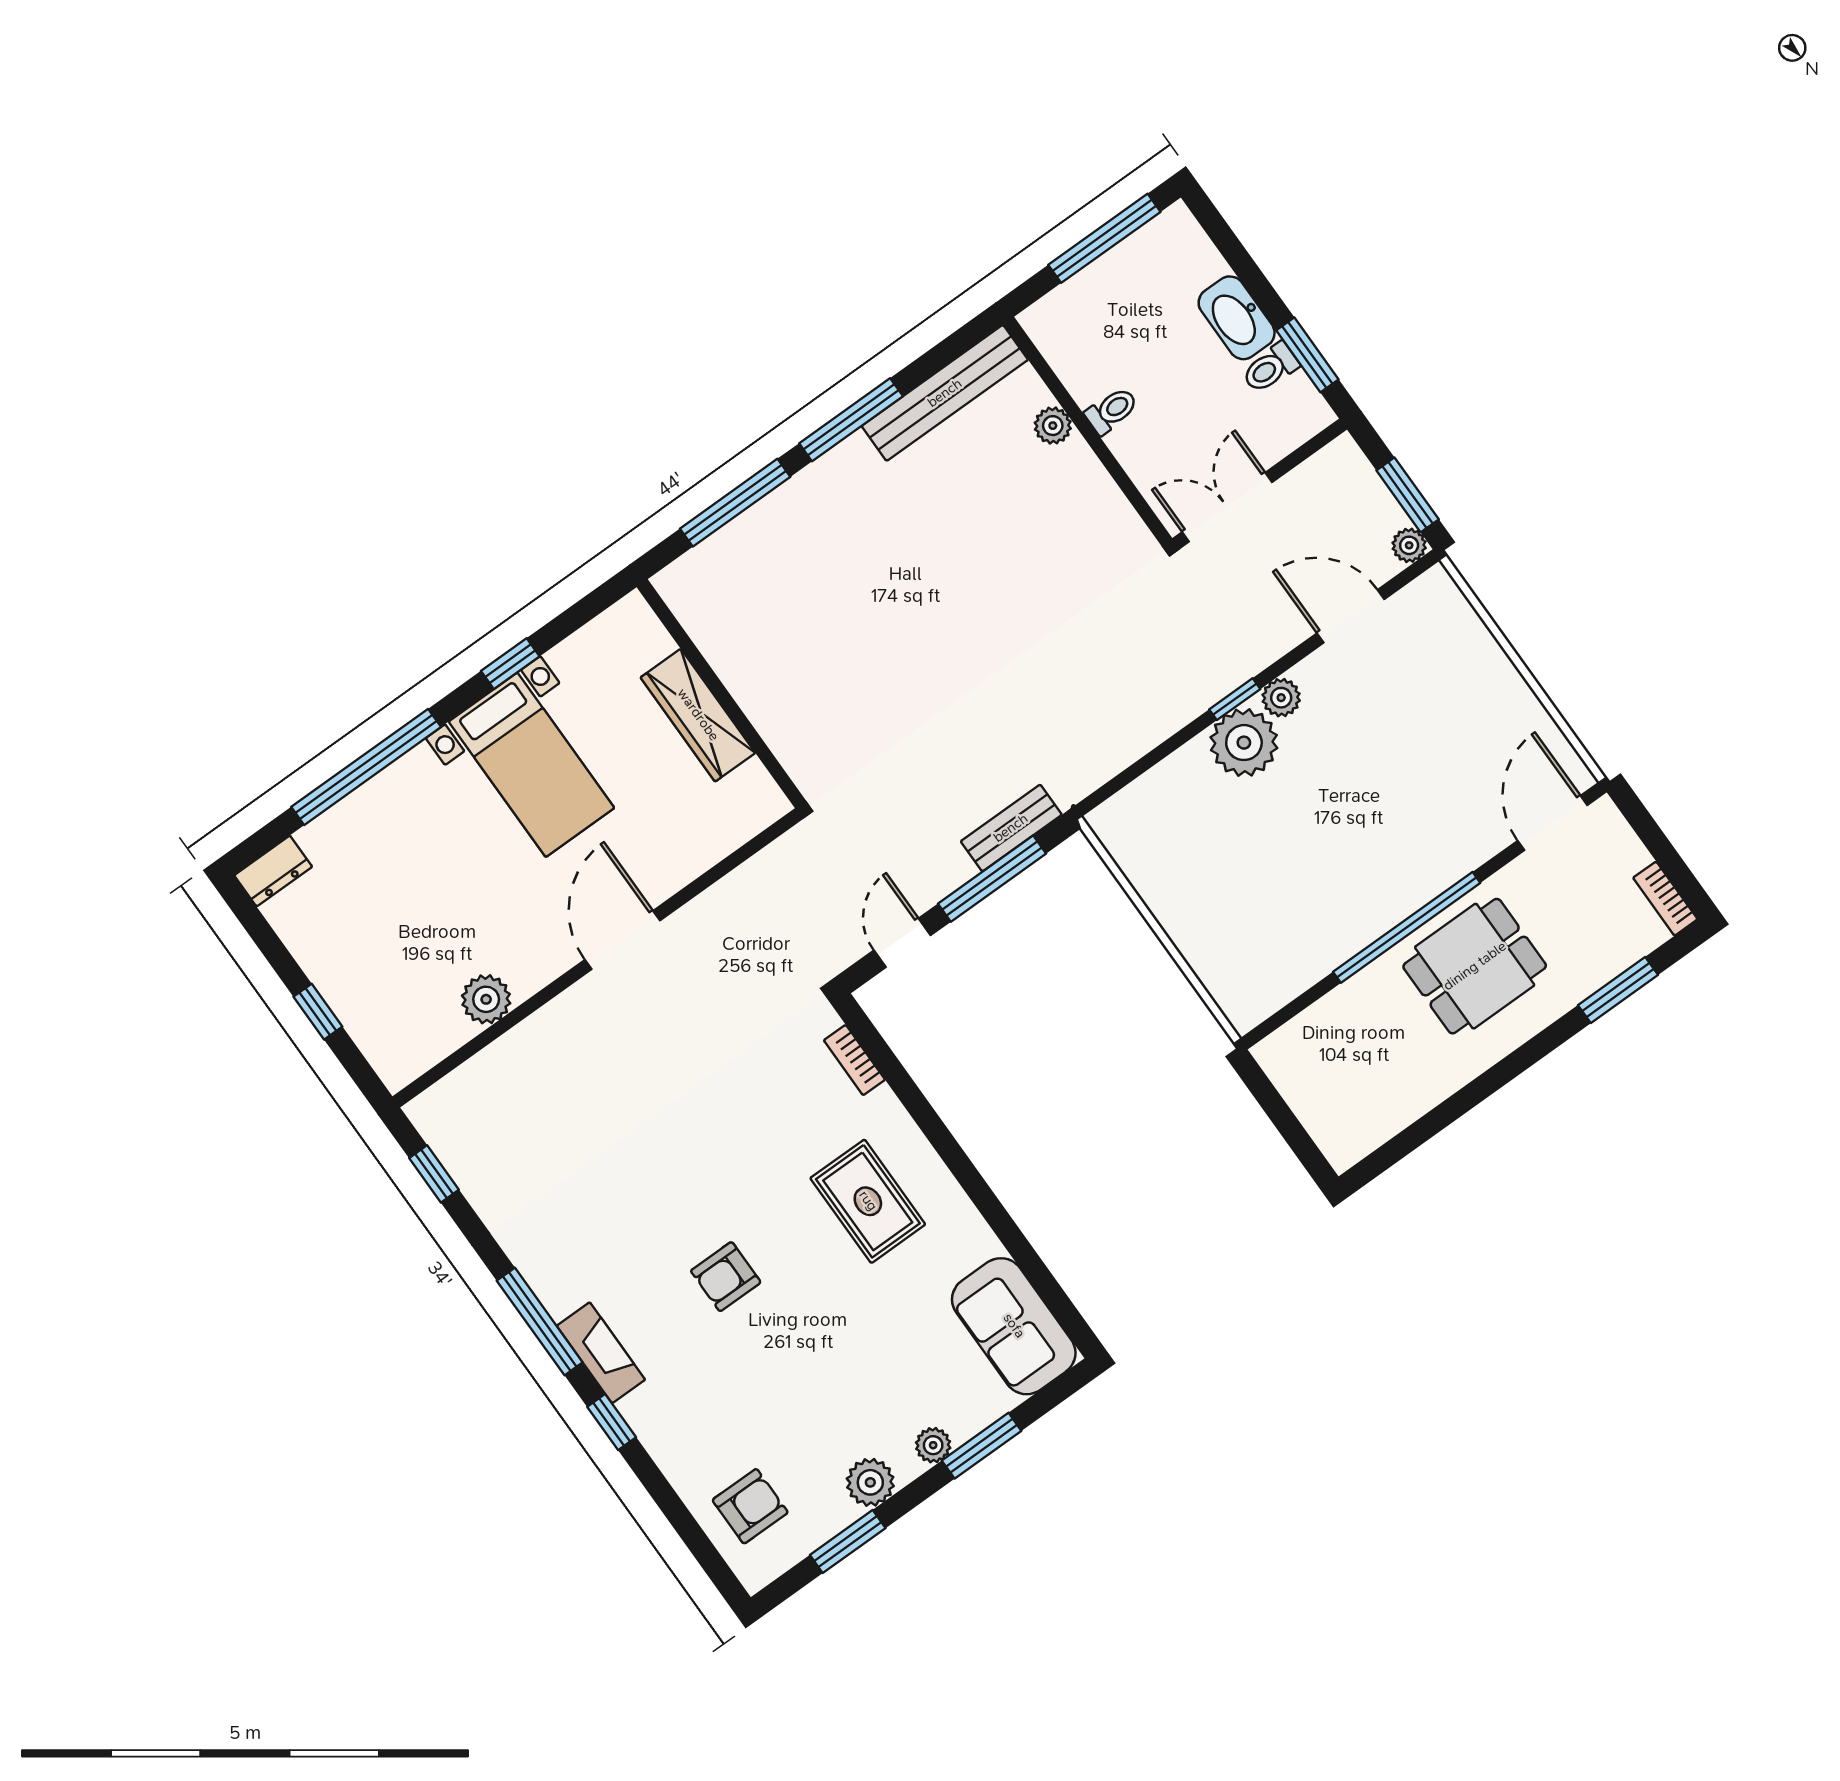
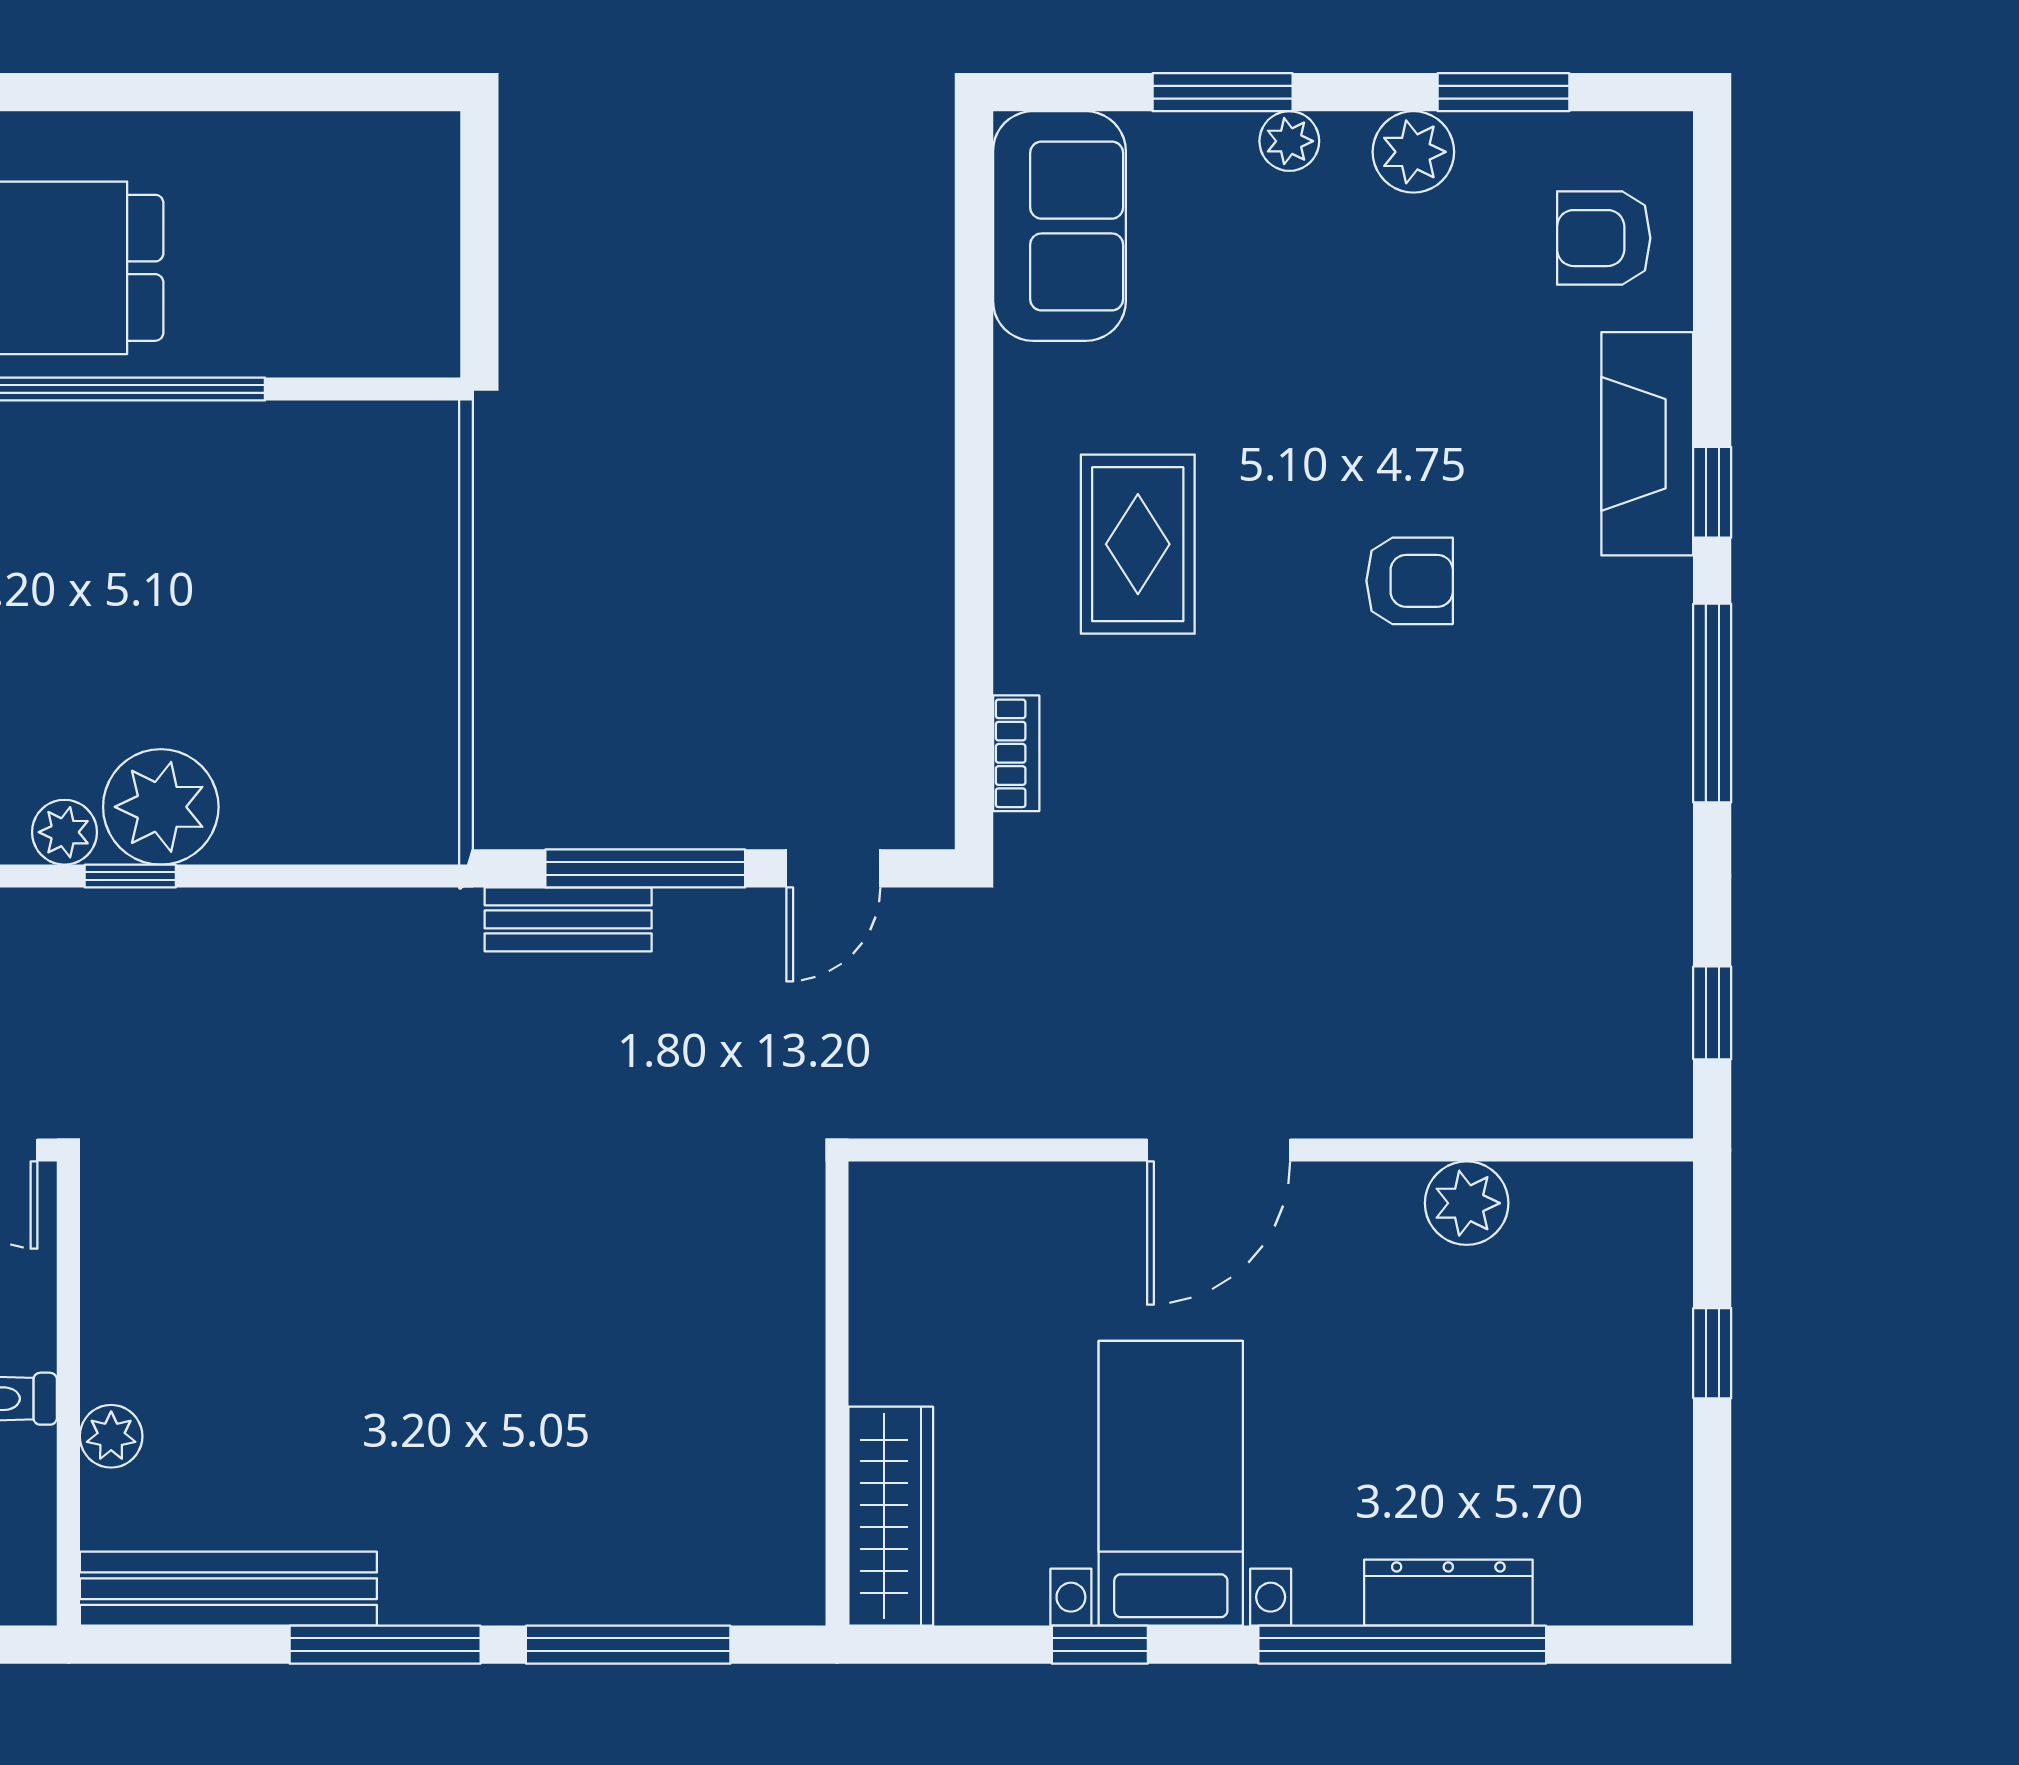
wardrobe: (698, 715) -> (891, 1516), moved
dresser: (273, 871) -> (1448, 1593), moved, width x1.44
fireplace: (601, 1353) -> (1647, 444), moved, width x1.37, depth x1.32

